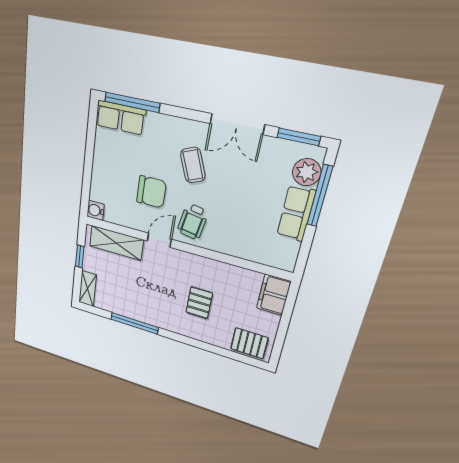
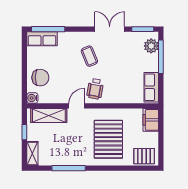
double door: (237, 124) -> (110, 29), swing flipped
chair: (151, 192) -> (40, 78), moved
row of seats: (296, 213) -> (151, 87), moved
pallet: (199, 303) -> (108, 139), width x2.05, depth x2.00

